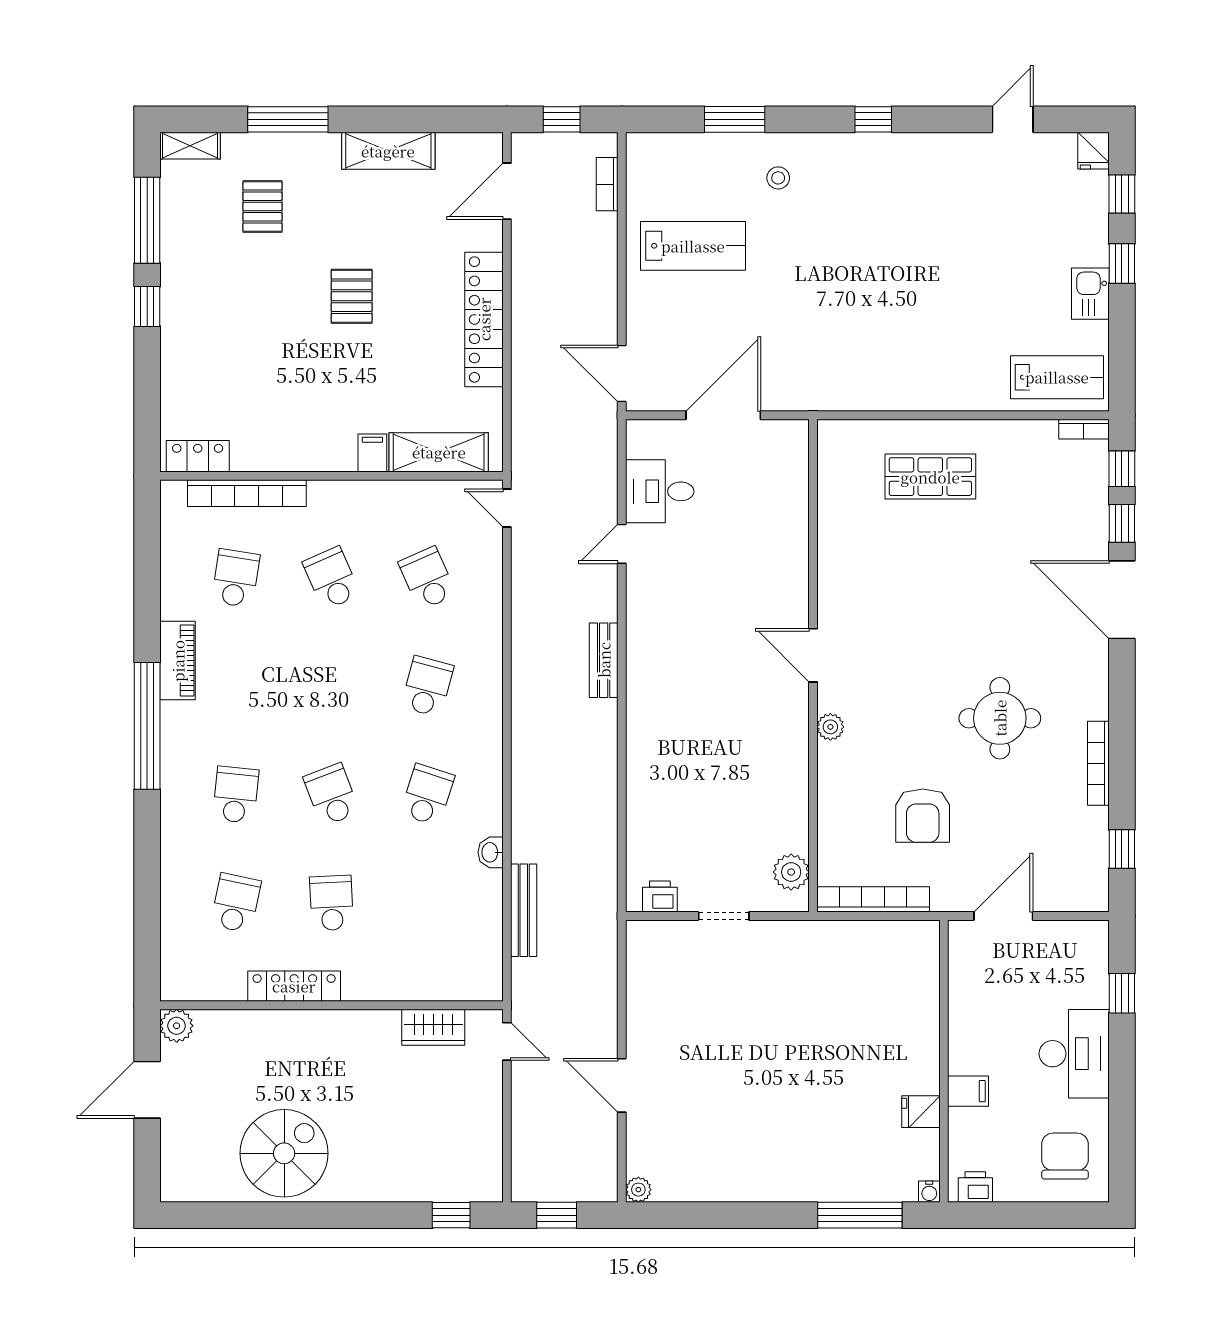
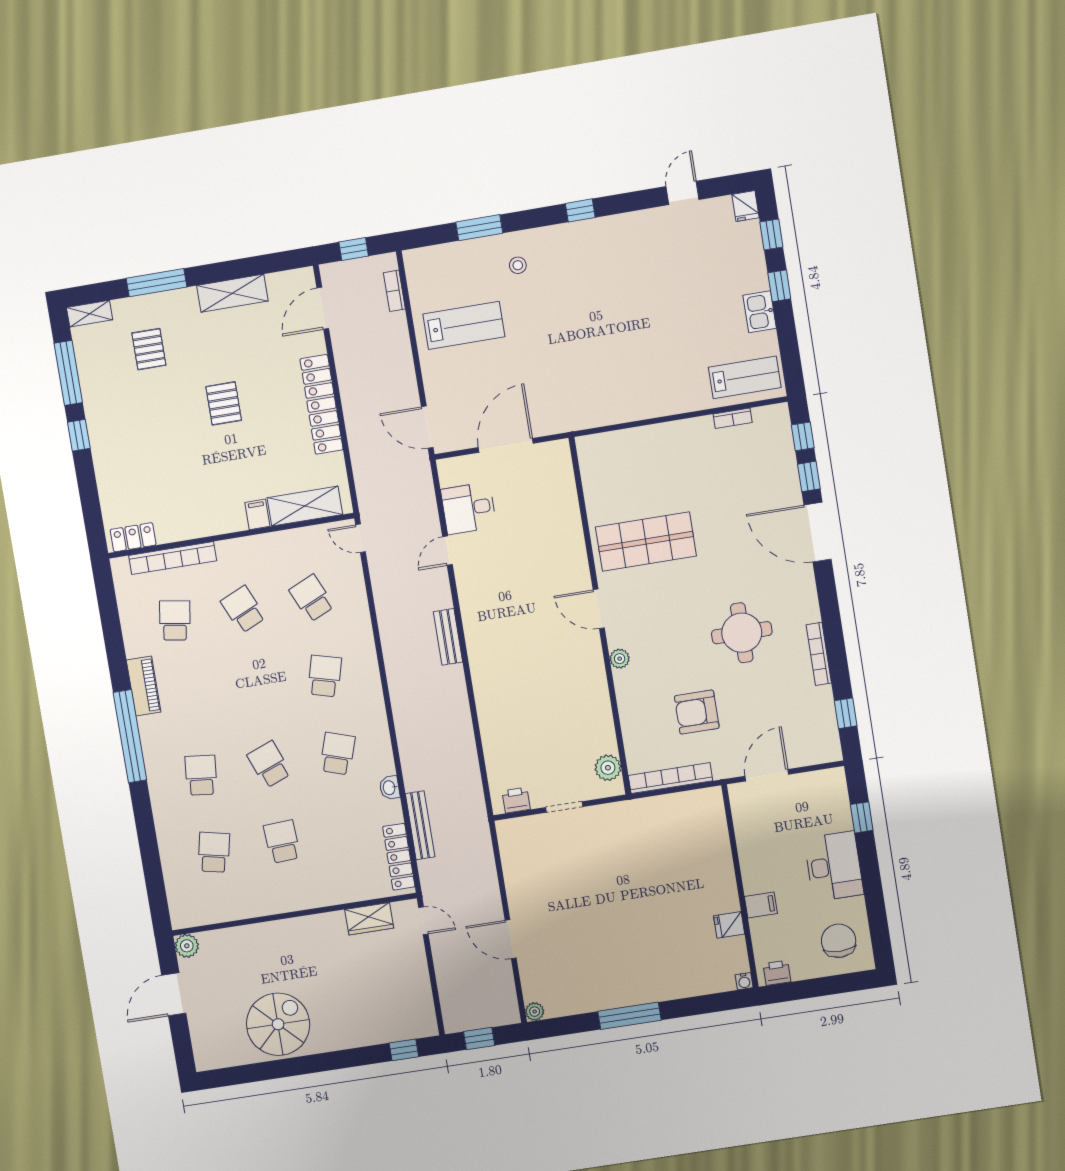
bookcase: (1084, 429) -> (733, 418), moved
shop shelf: (930, 477) -> (646, 542), moved, width x1.43, depth x1.36
armchair: (923, 816) -> (697, 712), turned 90
locker: (294, 986) -> (399, 857), moved, turned -90
window: (860, 1215) -> (629, 1016), moved

